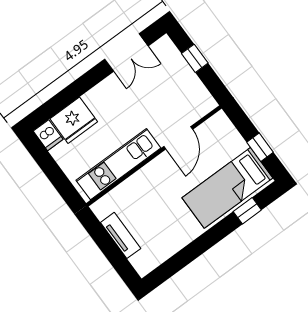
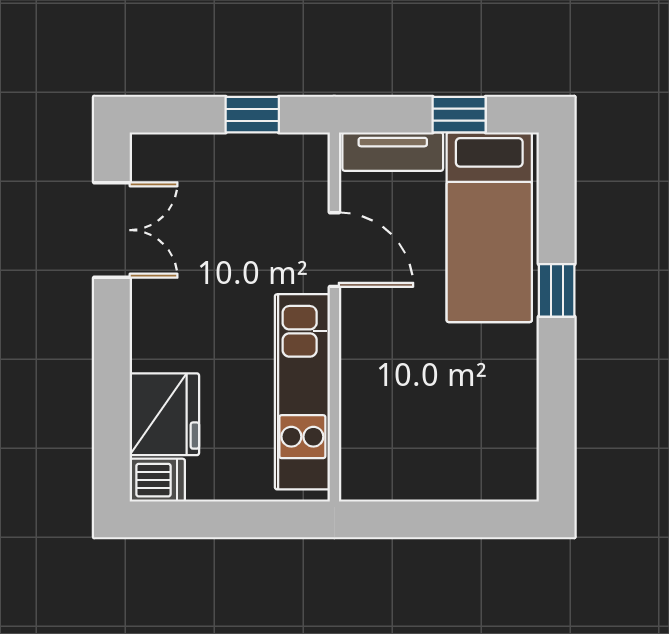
window: (195, 58) -> (252, 115), moved
window: (247, 211) -> (557, 290), moved
tv unit: (121, 235) -> (393, 152), moved, turned 180

